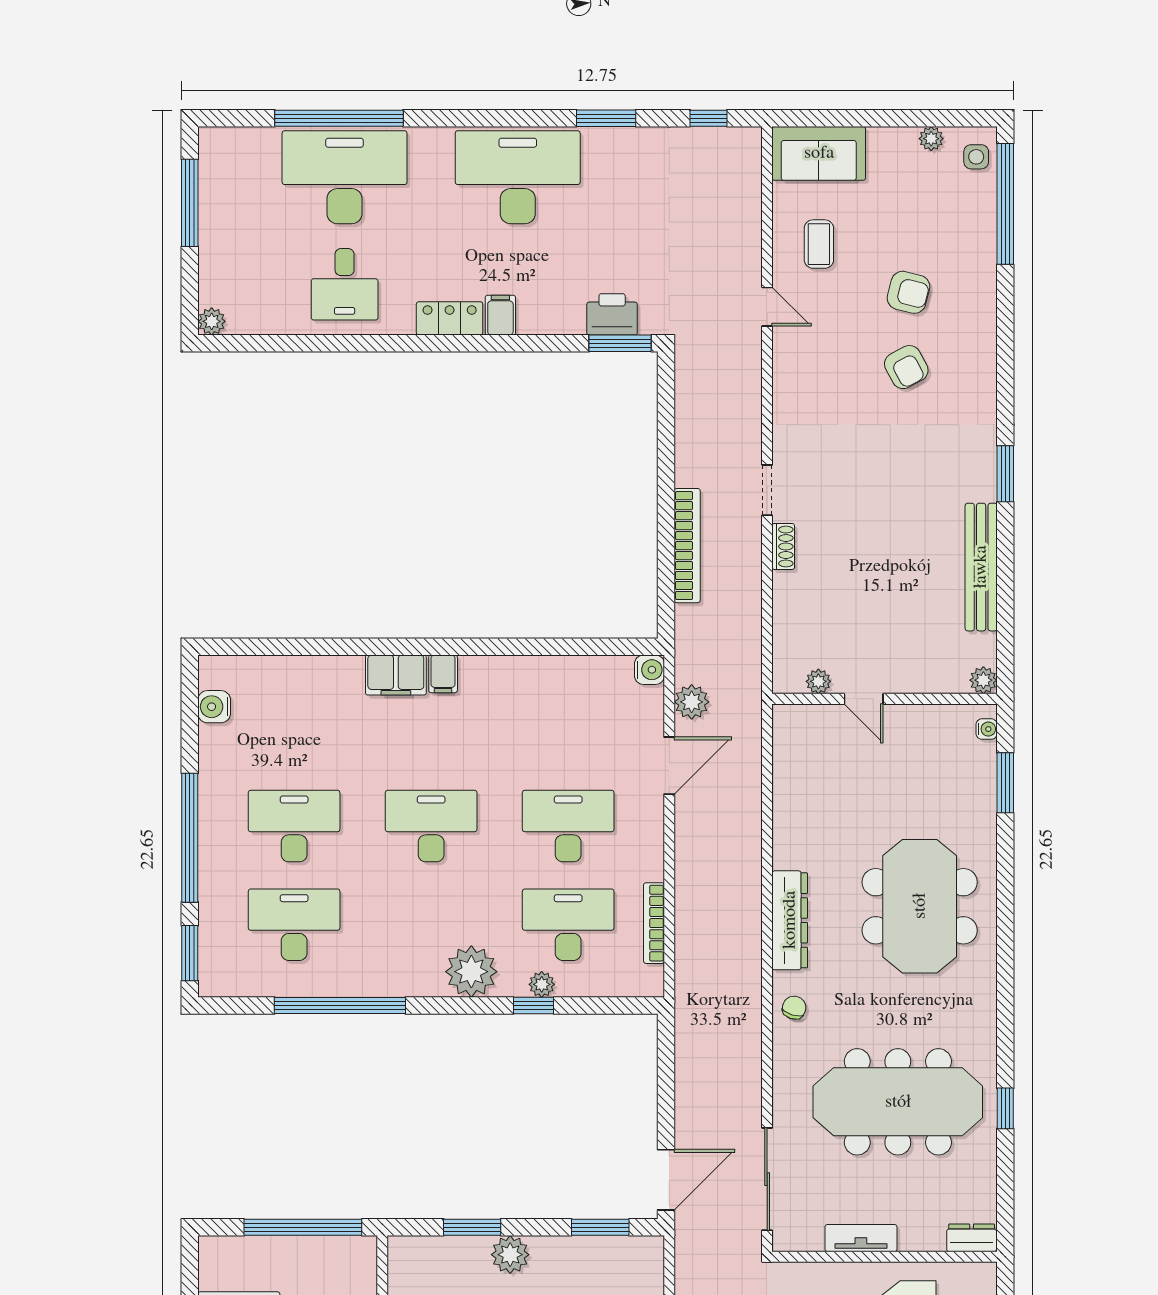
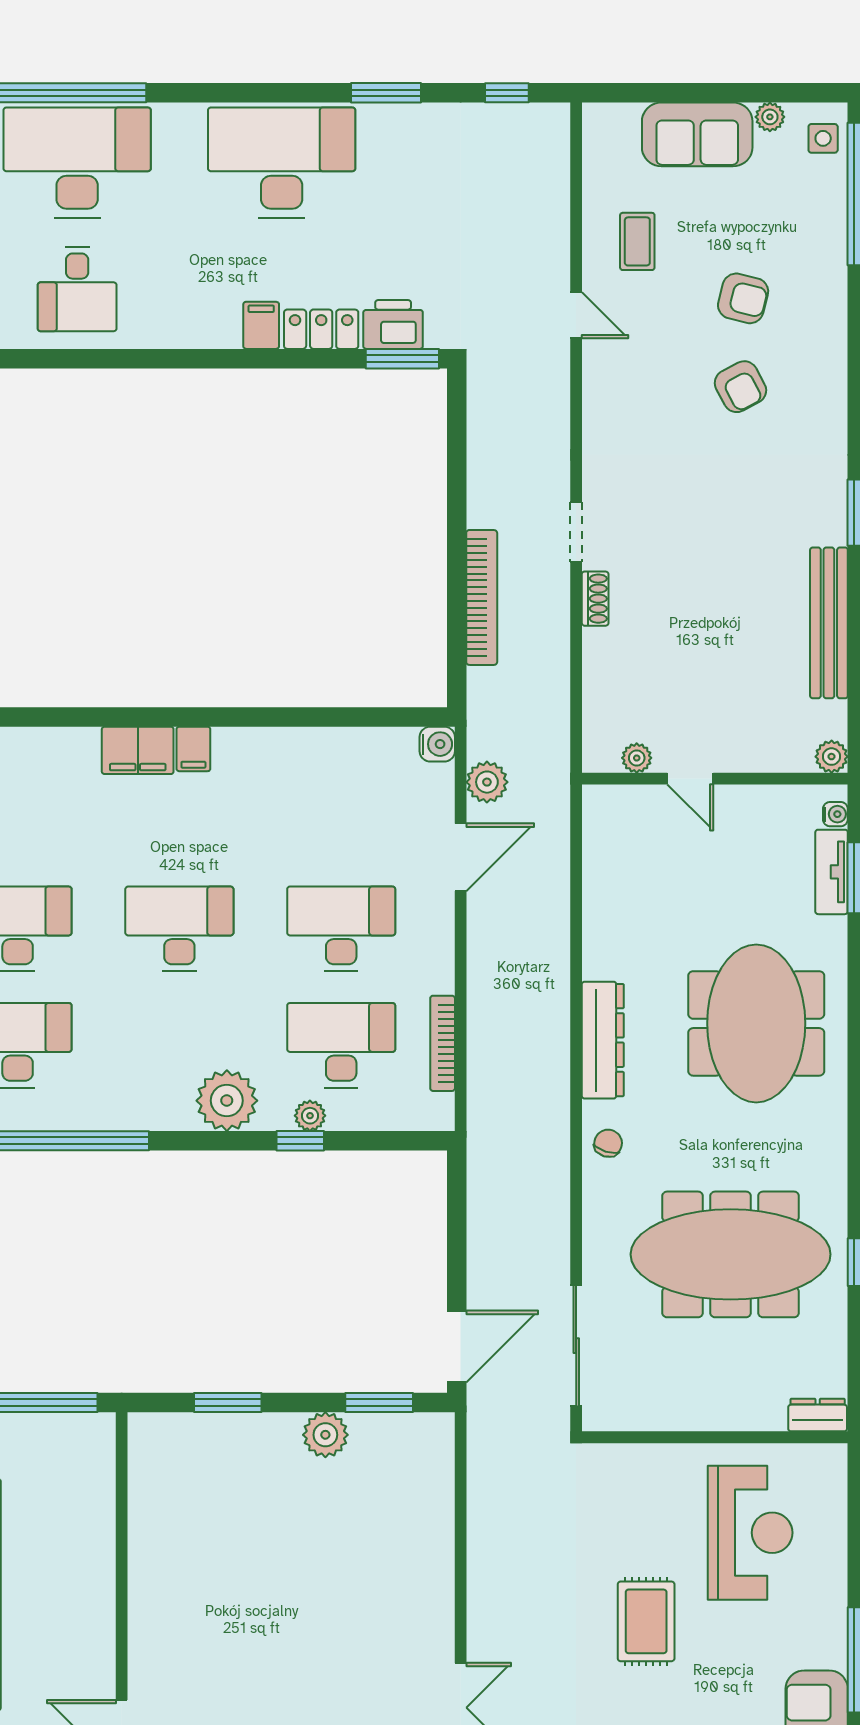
sofa: (819, 153) -> (697, 134), moved
locker: (450, 318) -> (321, 329), moved
tv unit: (861, 1238) -> (832, 872), moved, turned -90
plant: (510, 1255) -> (325, 1435), moved

